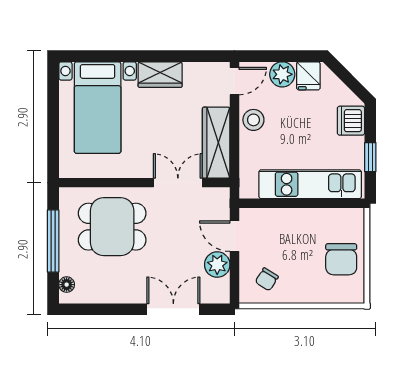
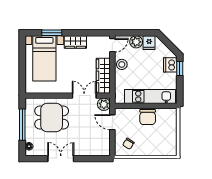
window: (112, 56) -> (52, 33), added
window: (370, 157) -> (180, 68), moved
chair: (341, 259) -> (148, 117), moved
plant: (217, 265) -> (104, 104), moved
double door: (173, 309) -> (61, 159), moved

